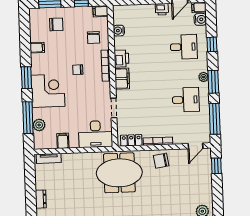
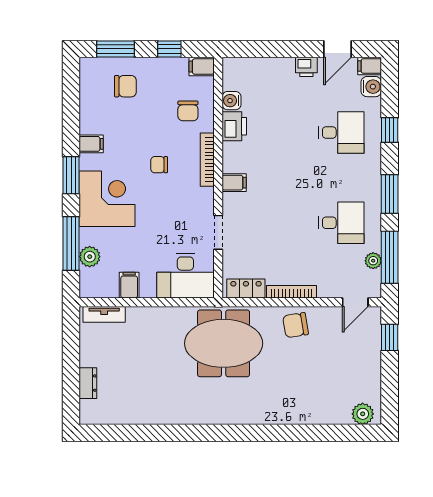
filing cabinet: (37, 48) -> (91, 144), moved
printer: (121, 58) -> (234, 126), moved
plant: (204, 77) -> (373, 261), moved
filing cabinet: (122, 79) -> (234, 183), width x0.50

